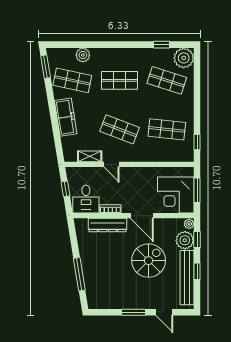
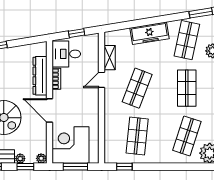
door: (142, 216) -> (50, 111), hinge flipped
plant: (185, 240) -> (20, 159), width x0.53, depth x0.53

